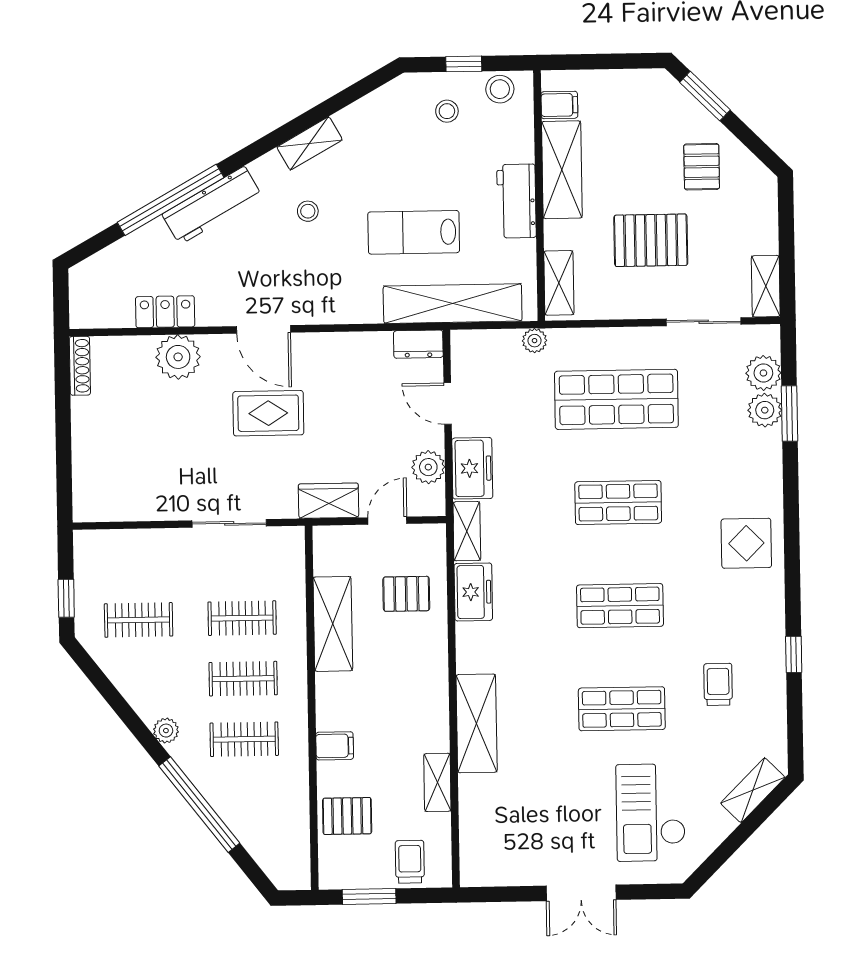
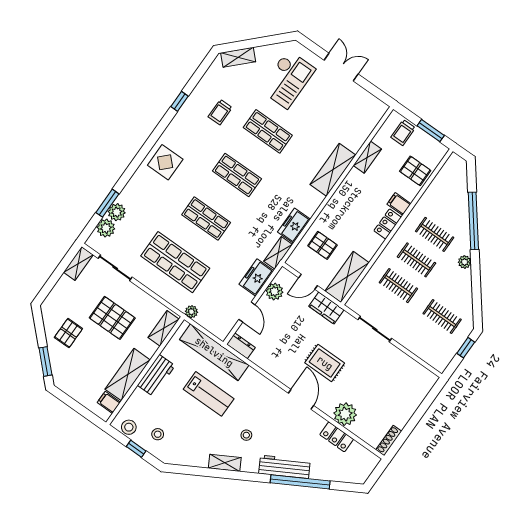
shelving: (333, 624) -> (347, 277), moved
locker: (329, 702) -> (388, 224), added

